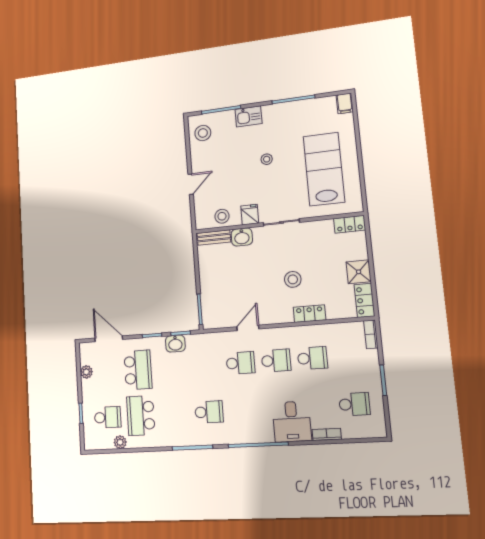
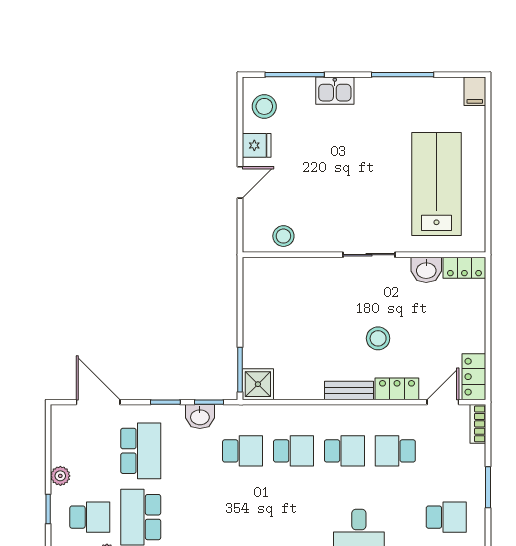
stool: (267, 159) -> (356, 159), removed
fridge: (250, 215) -> (257, 145), moved, turned 90
washbasin: (242, 237) -> (426, 270), moved
bench: (214, 238) -> (349, 390), moved
shower: (359, 272) -> (258, 384), moved
door: (248, 328) -> (443, 402), moved
school desk: (312, 358) -> (395, 451), turned 180
plant: (86, 372) -> (60, 476), moved
school desk: (209, 412) -> (243, 451), moved

